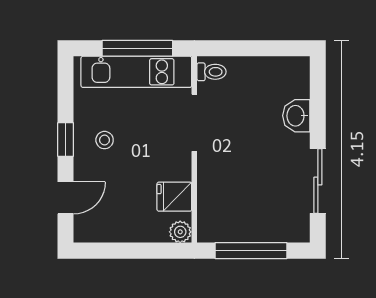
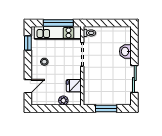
window: (66, 139) -> (28, 43), moved
plant: (180, 232) -> (63, 100), moved
window: (251, 251) -> (106, 108), width x0.69

